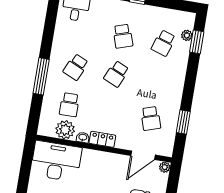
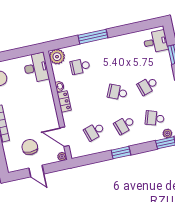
school desk: (76, 67) -> (124, 125), moved, turned -42
window: (183, 122) -> (121, 153), moved
plant: (65, 130) -> (57, 57), moved
desk: (56, 161) -> (36, 68), width x0.73, depth x0.77

